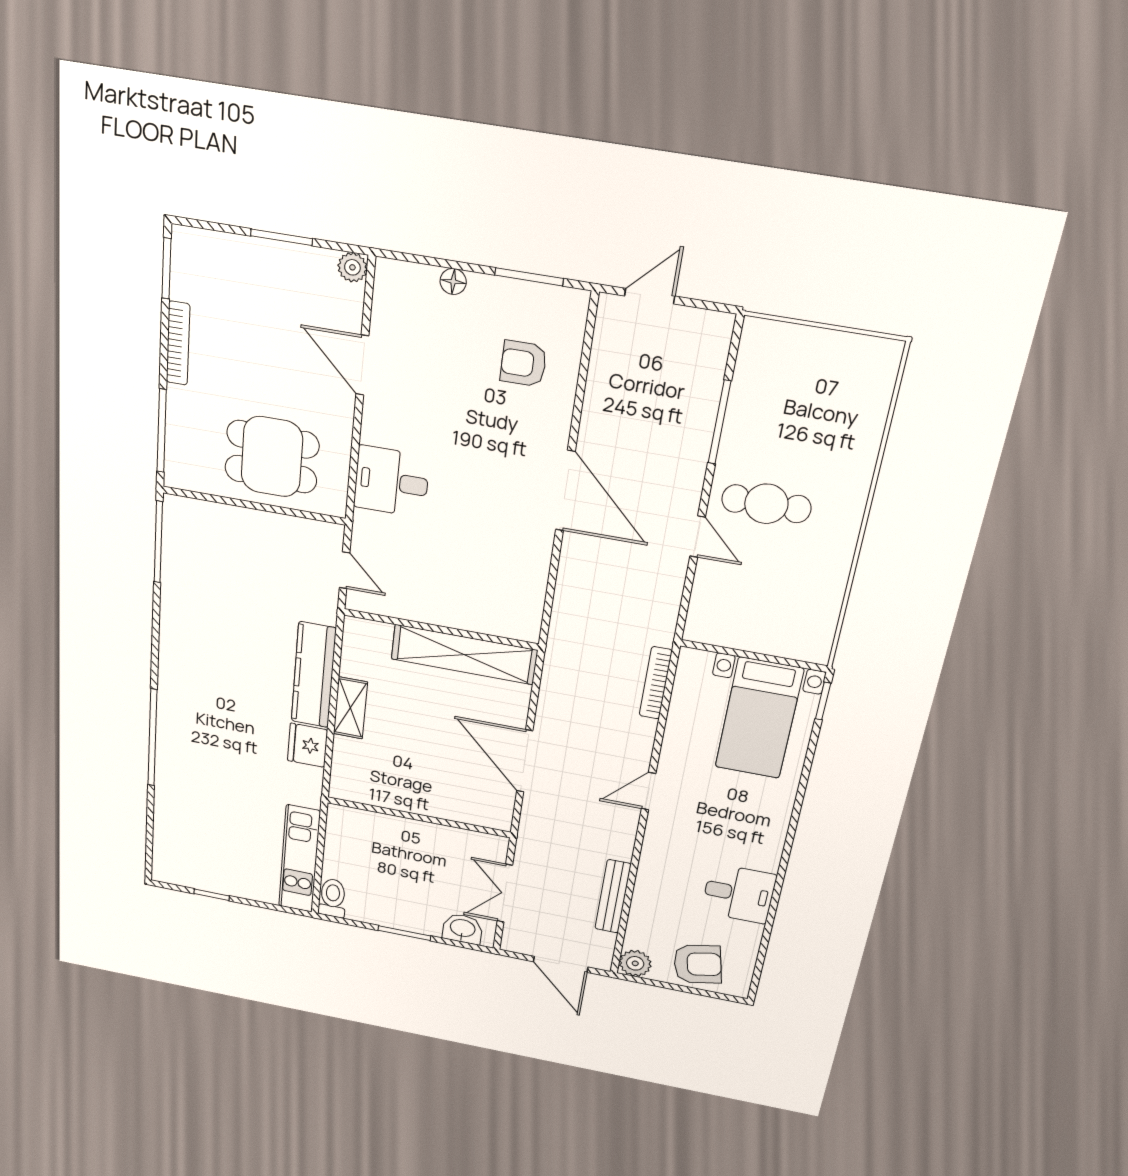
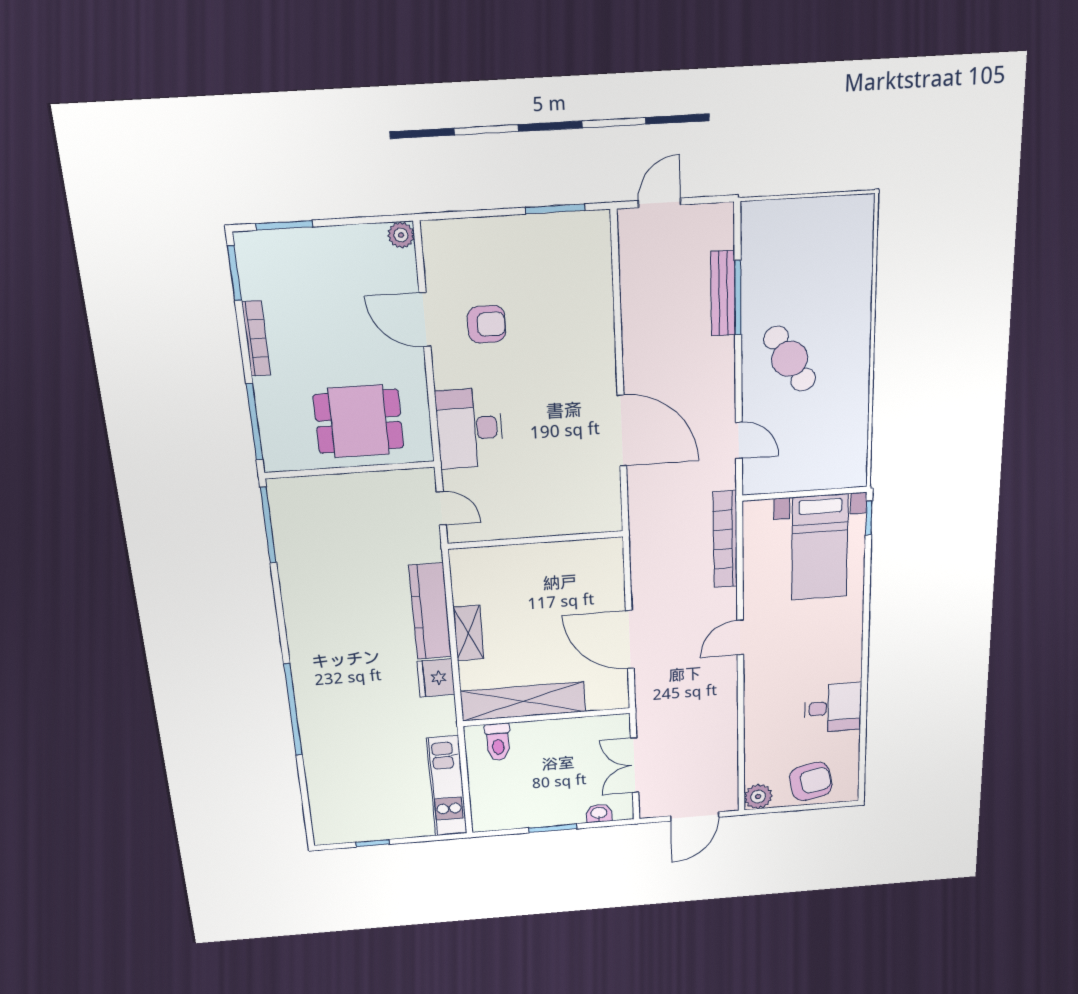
window: (282, 237) -> (284, 225), moved
floor lamp: (453, 282) -> (491, 228), removed
armchair: (523, 364) -> (487, 324), moved, turned 180
desk: (391, 482) -> (470, 428), width x1.37
door: (565, 491) -> (622, 431), moved
cafe table: (766, 504) -> (790, 359), turned 58
door: (698, 537) -> (739, 440), moved
shelving: (464, 655) -> (523, 701), moved
bookcase: (656, 683) -> (725, 539), width x1.48, depth x1.31
bench: (613, 896) -> (723, 293), moved
toilet: (332, 898) -> (498, 742), moved, turned 180
washbasin: (463, 929) -> (599, 813), width x0.72, depth x0.69
door: (561, 964) -> (695, 816), hinge flipped

